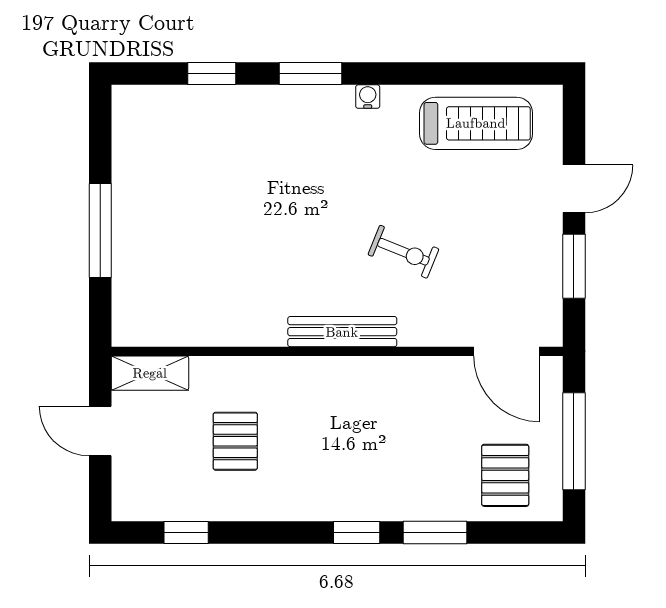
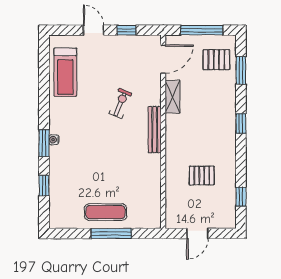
water cooler: (368, 97) -> (54, 140), moved
treadmill: (476, 123) -> (65, 72), turned 180
exercise mat: (150, 217) -> (106, 212), added
window: (574, 266) -> (127, 30), width x0.67
shelving: (150, 373) -> (173, 97), moved
window: (435, 532) -> (241, 70), moved

